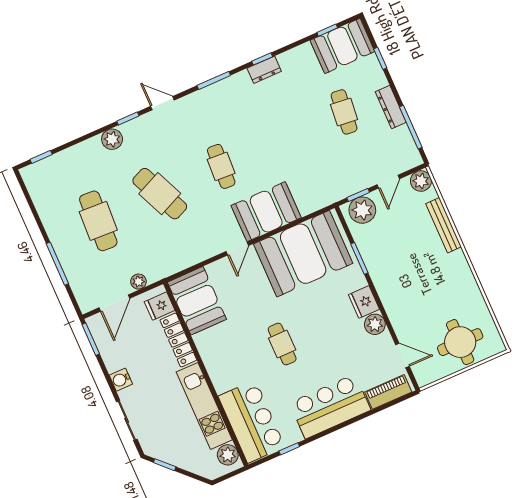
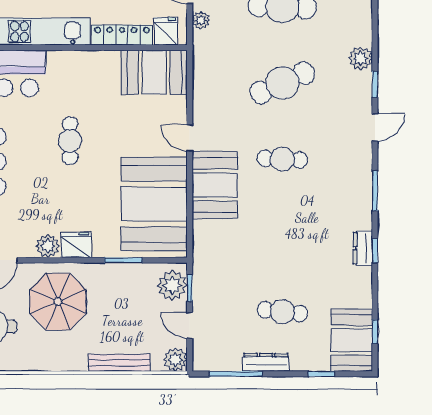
parasol: (416, 296) -> (58, 302), added
cafe table: (282, 344) -> (70, 141), turned 90

